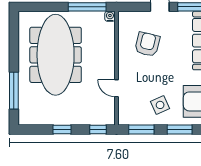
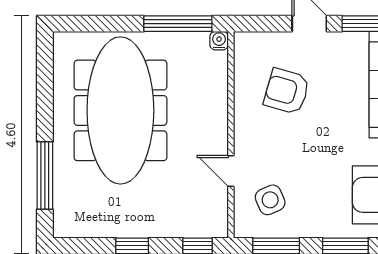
armchair: (147, 44) -> (287, 91), turned -88
side table: (160, 105) -> (270, 200), moved

